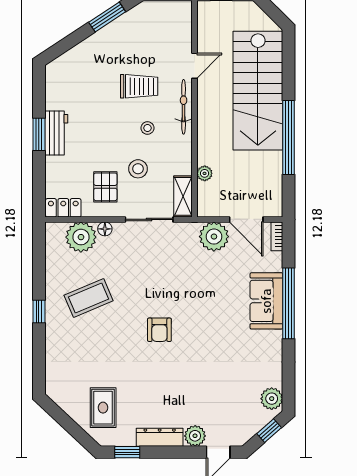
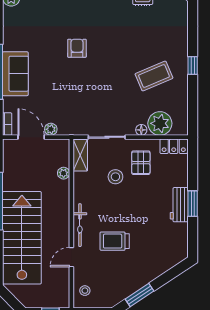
stool: (147, 128) -> (85, 291), moved
plant: (214, 237) -> (51, 129), width x0.53, depth x0.53
armchair: (159, 330) -> (77, 48), moved

